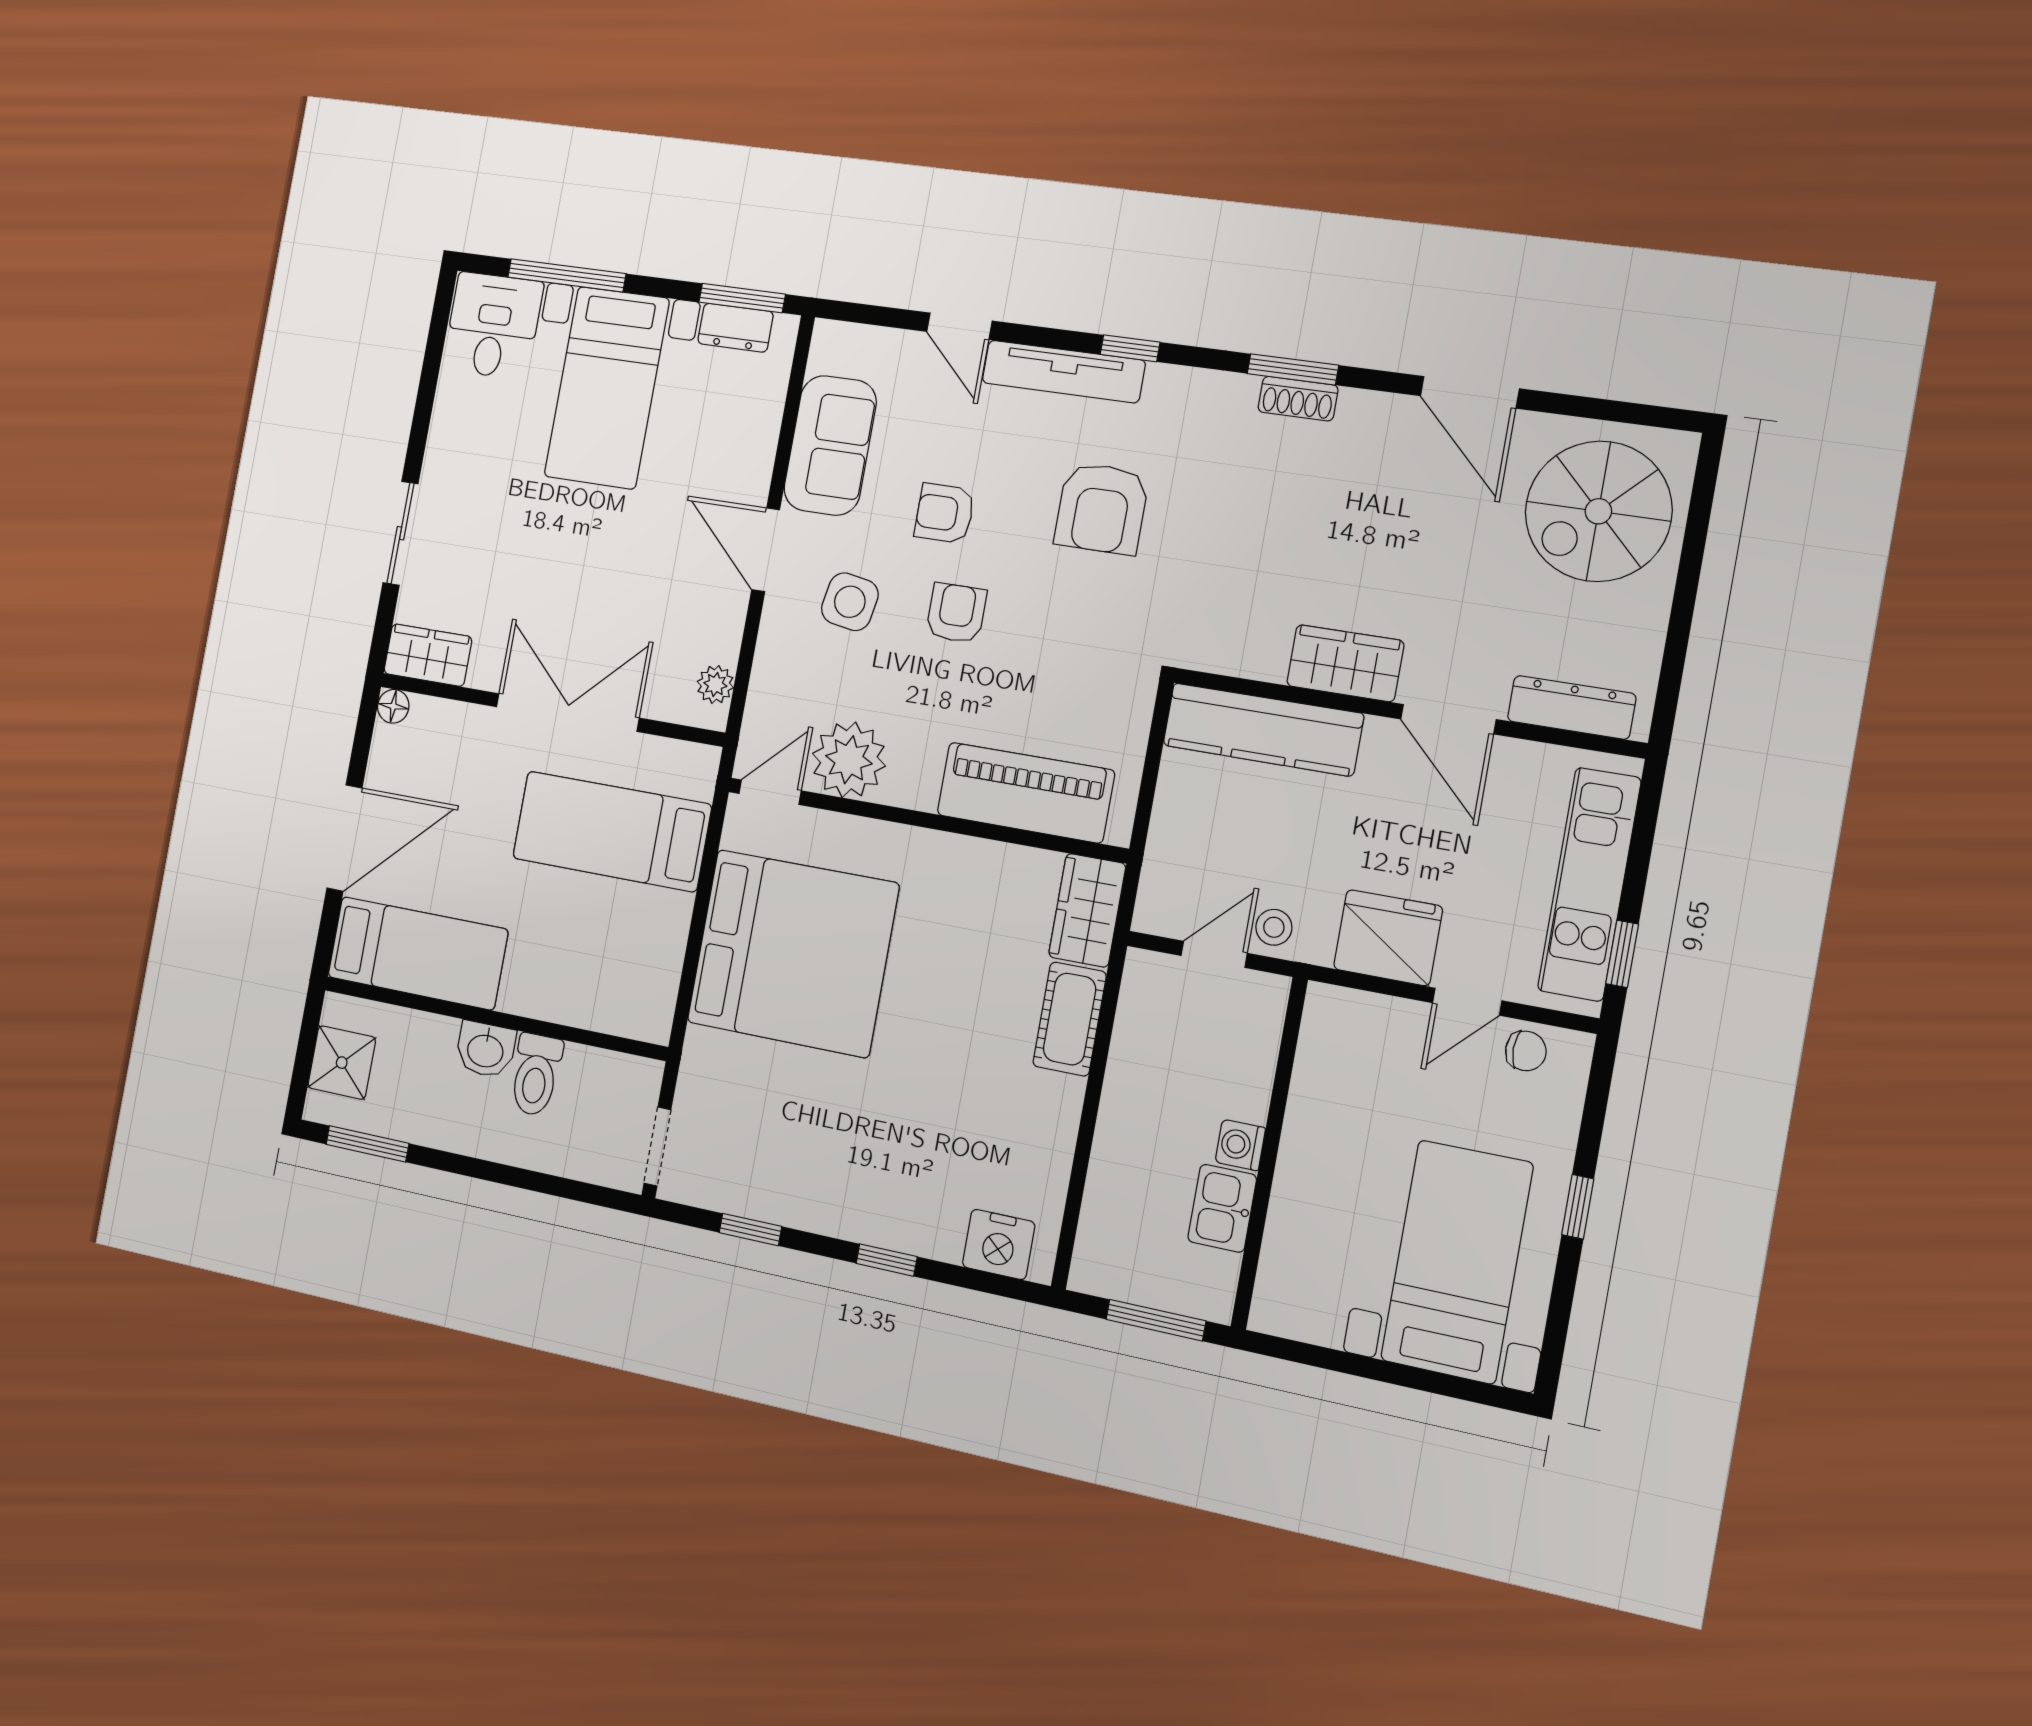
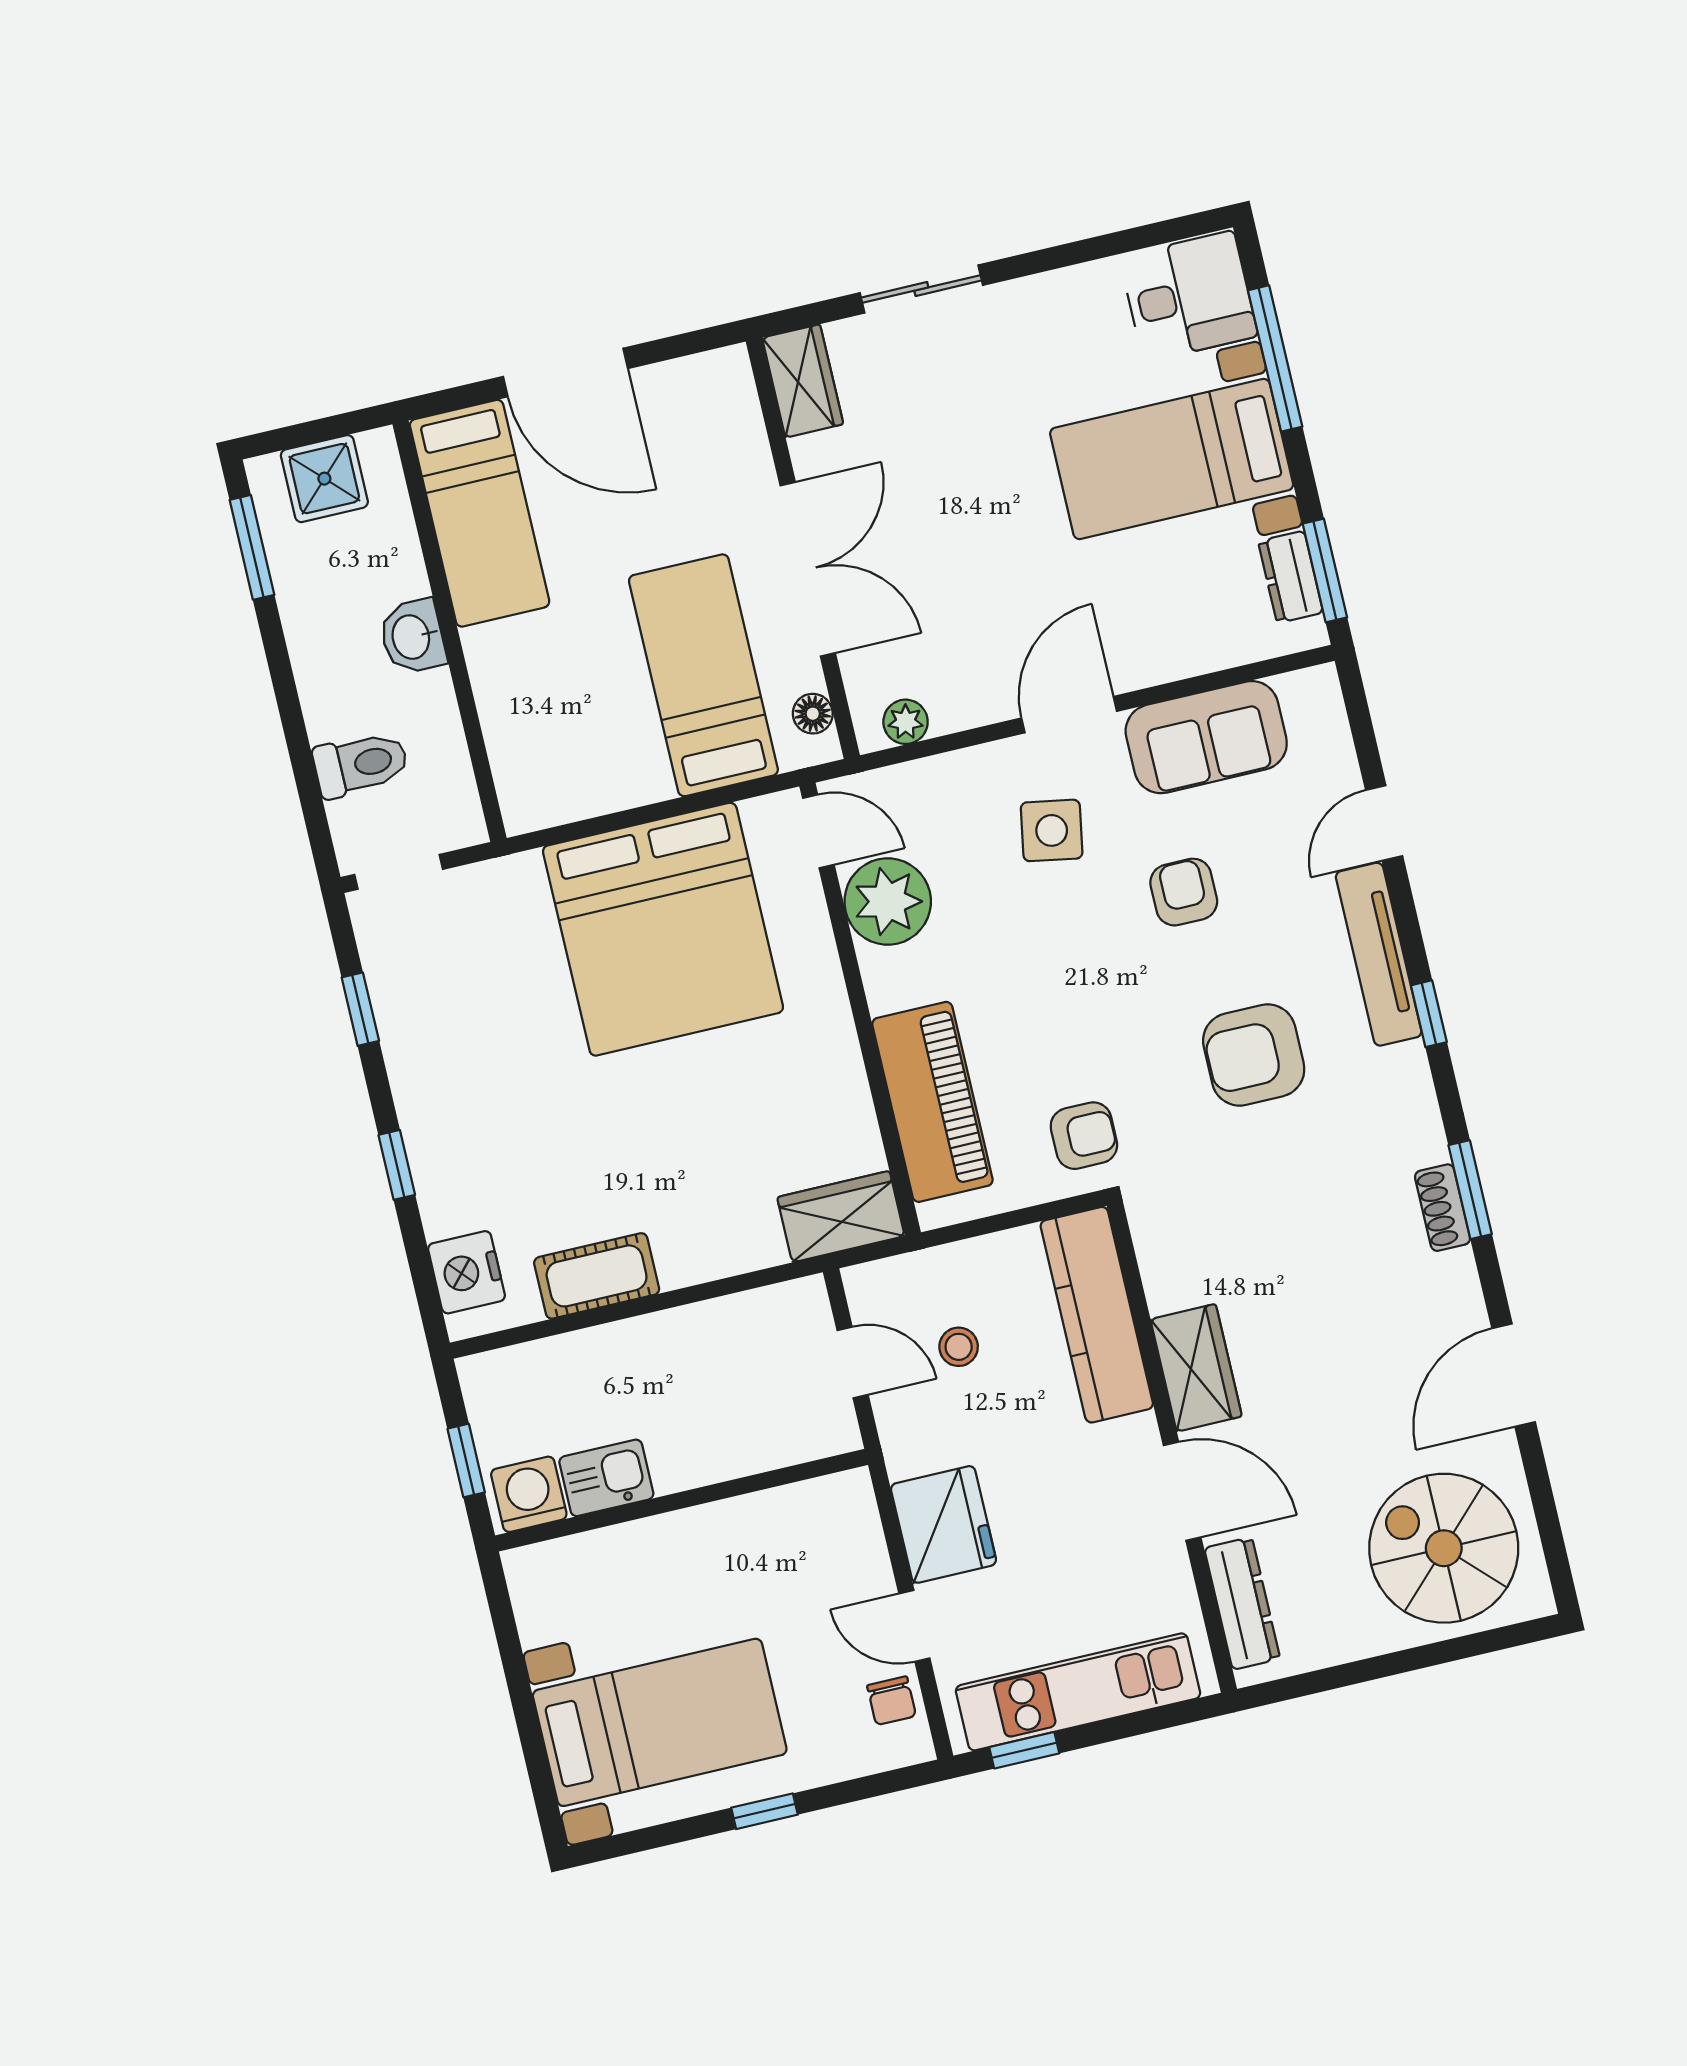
armchair: (956, 613) -> (1084, 1136), moved
floor lamp: (393, 706) -> (813, 714), moved
door: (1448, 719) -> (1182, 1491), swing flipped
stool: (1274, 927) -> (959, 1347), moved
cot: (1070, 1019) -> (597, 1276), moved
toilet: (536, 1075) -> (361, 764), moved, turned 180
washing machine: (1240, 1145) -> (529, 1494), moved, width x1.38, depth x1.38
window: (1156, 1320) -> (466, 1461), width x0.67

